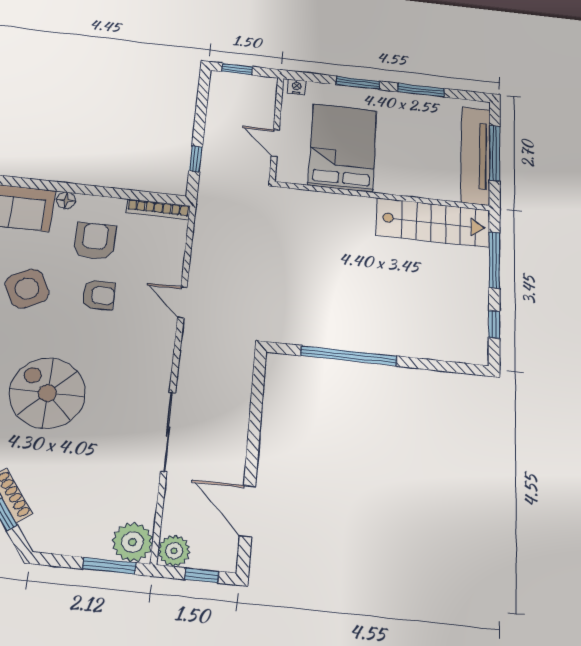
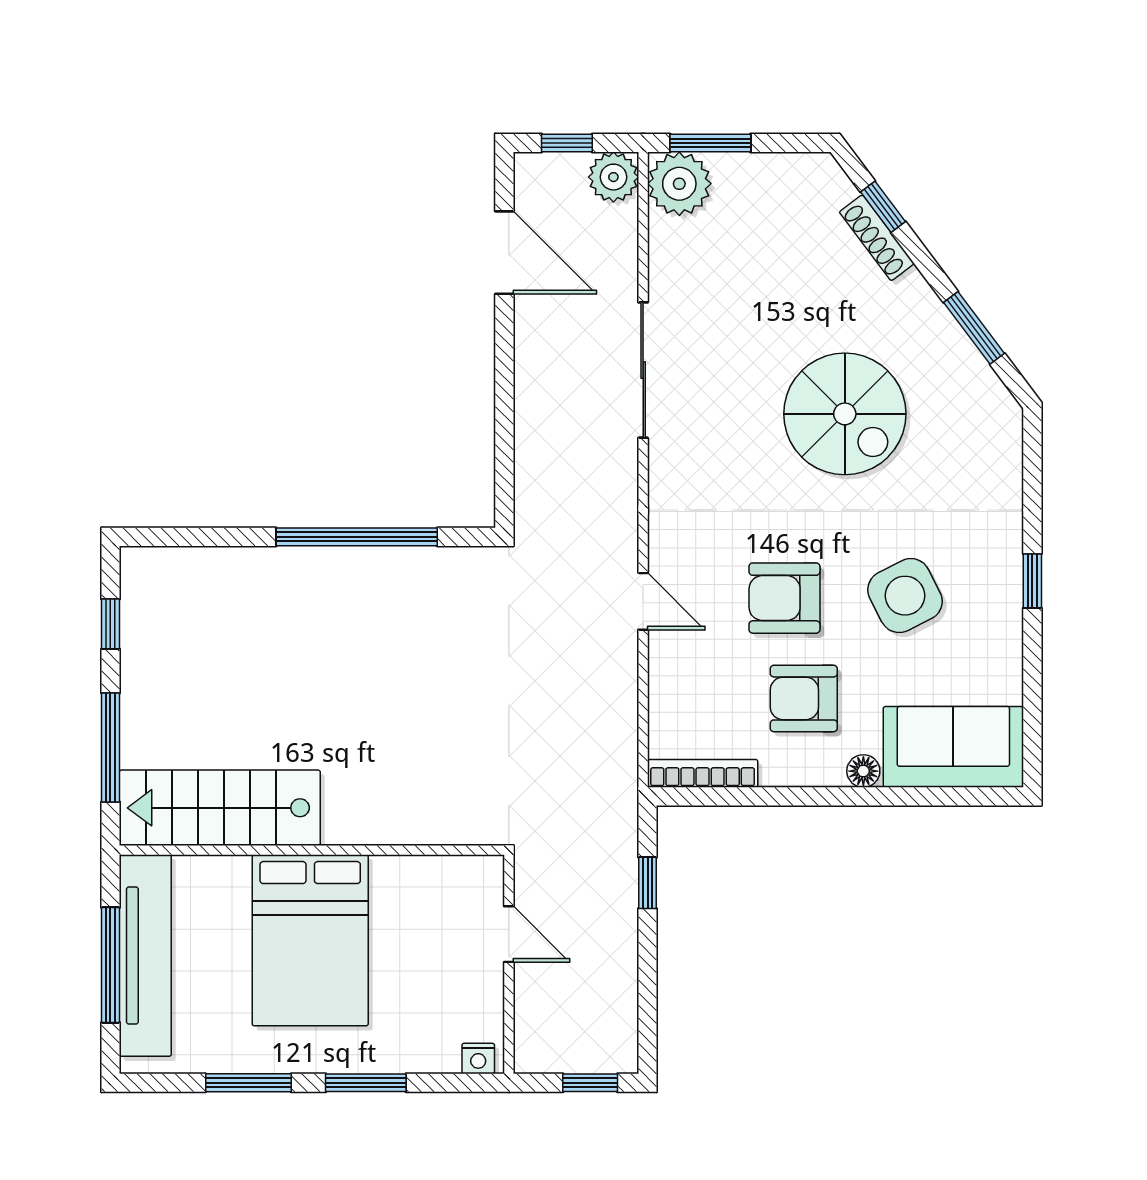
bed: (343, 148) -> (310, 940), moved
armchair: (95, 241) -> (804, 698), turned 90
armchair: (99, 295) -> (784, 598), width x1.38, depth x1.38

